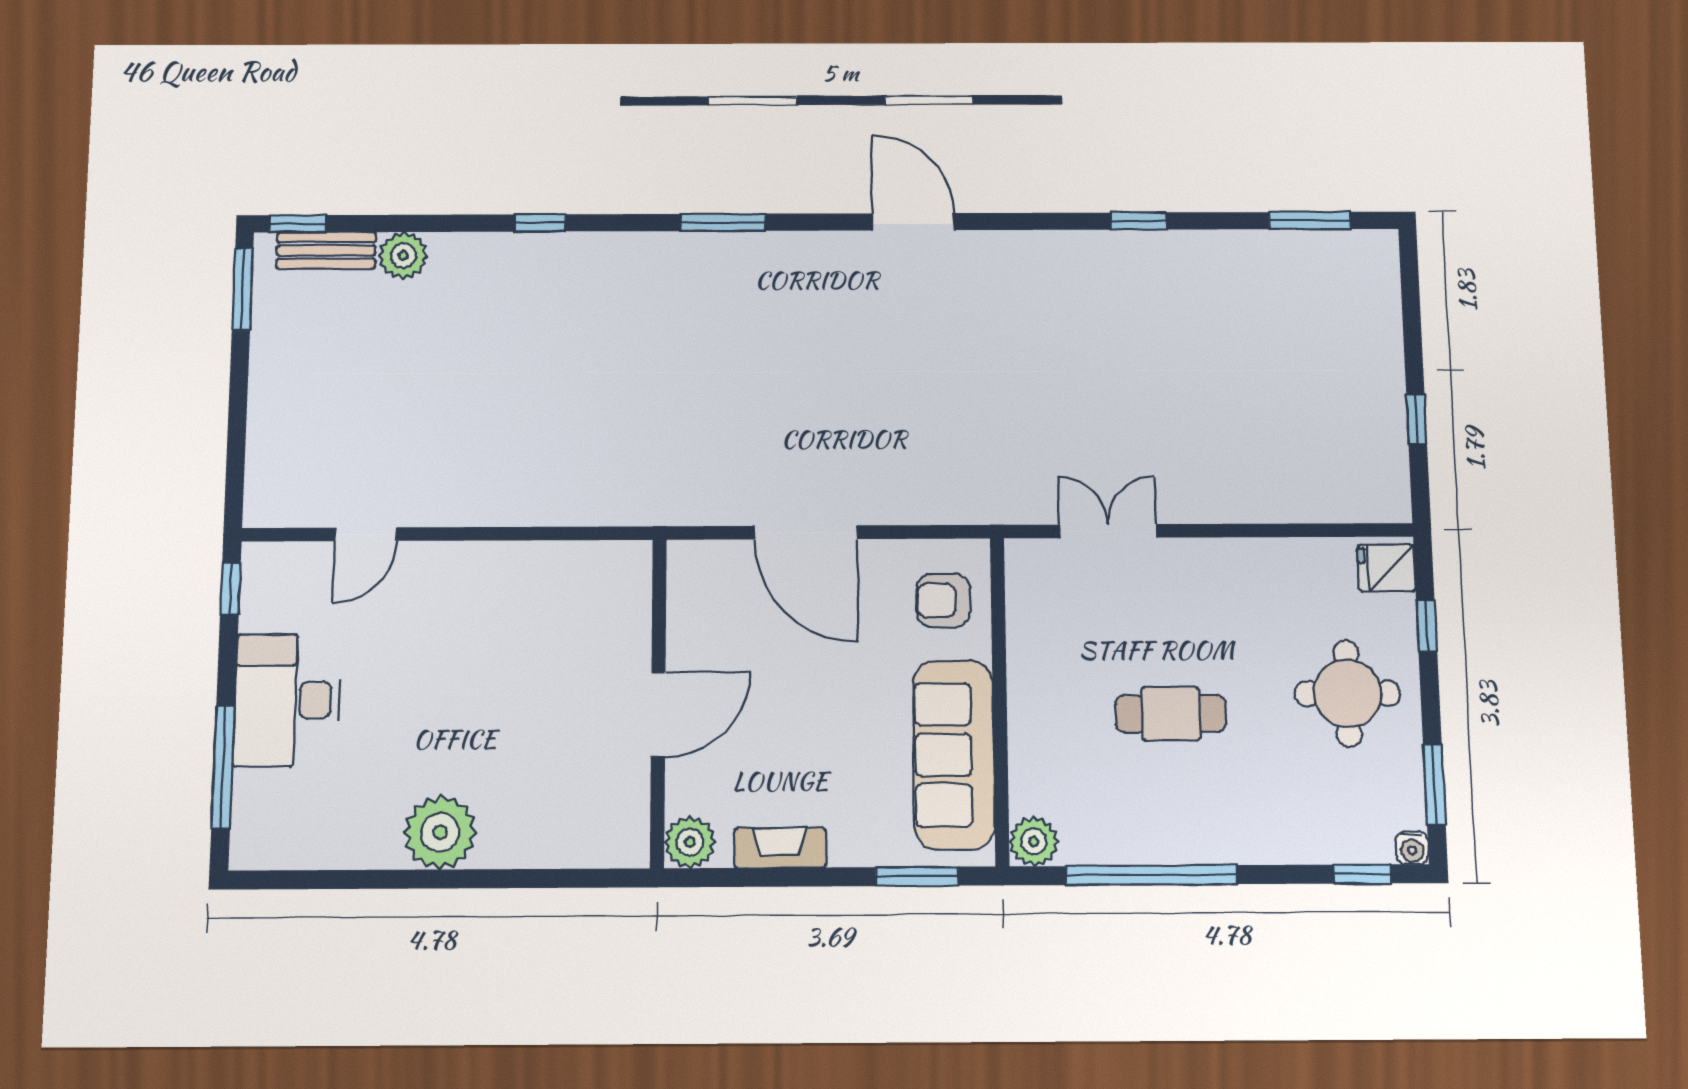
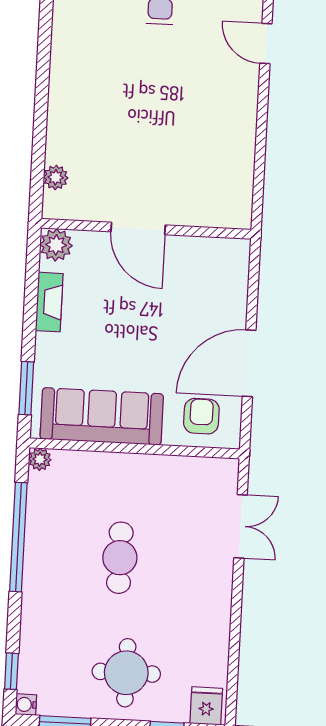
door: (806, 532) -> (249, 363), moved
plant: (440, 832) -> (56, 177), moved, width x0.53, depth x0.53
plant: (1034, 841) -> (40, 459), width x0.73, depth x0.73

